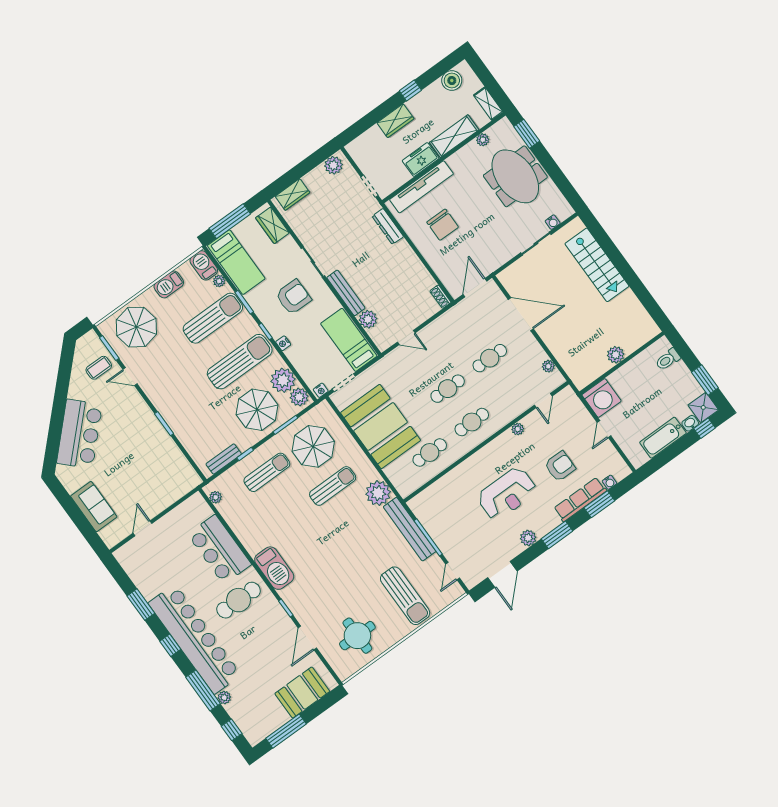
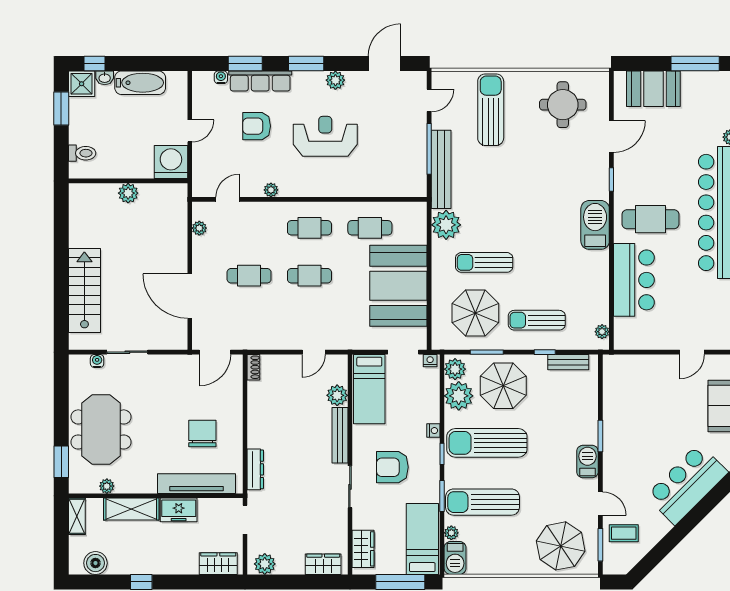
wardrobe: (395, 121) -> (218, 564), moved
barbecue: (169, 284) -> (587, 462), moved, turned -90
door: (406, 337) -> (314, 352), swing flipped

